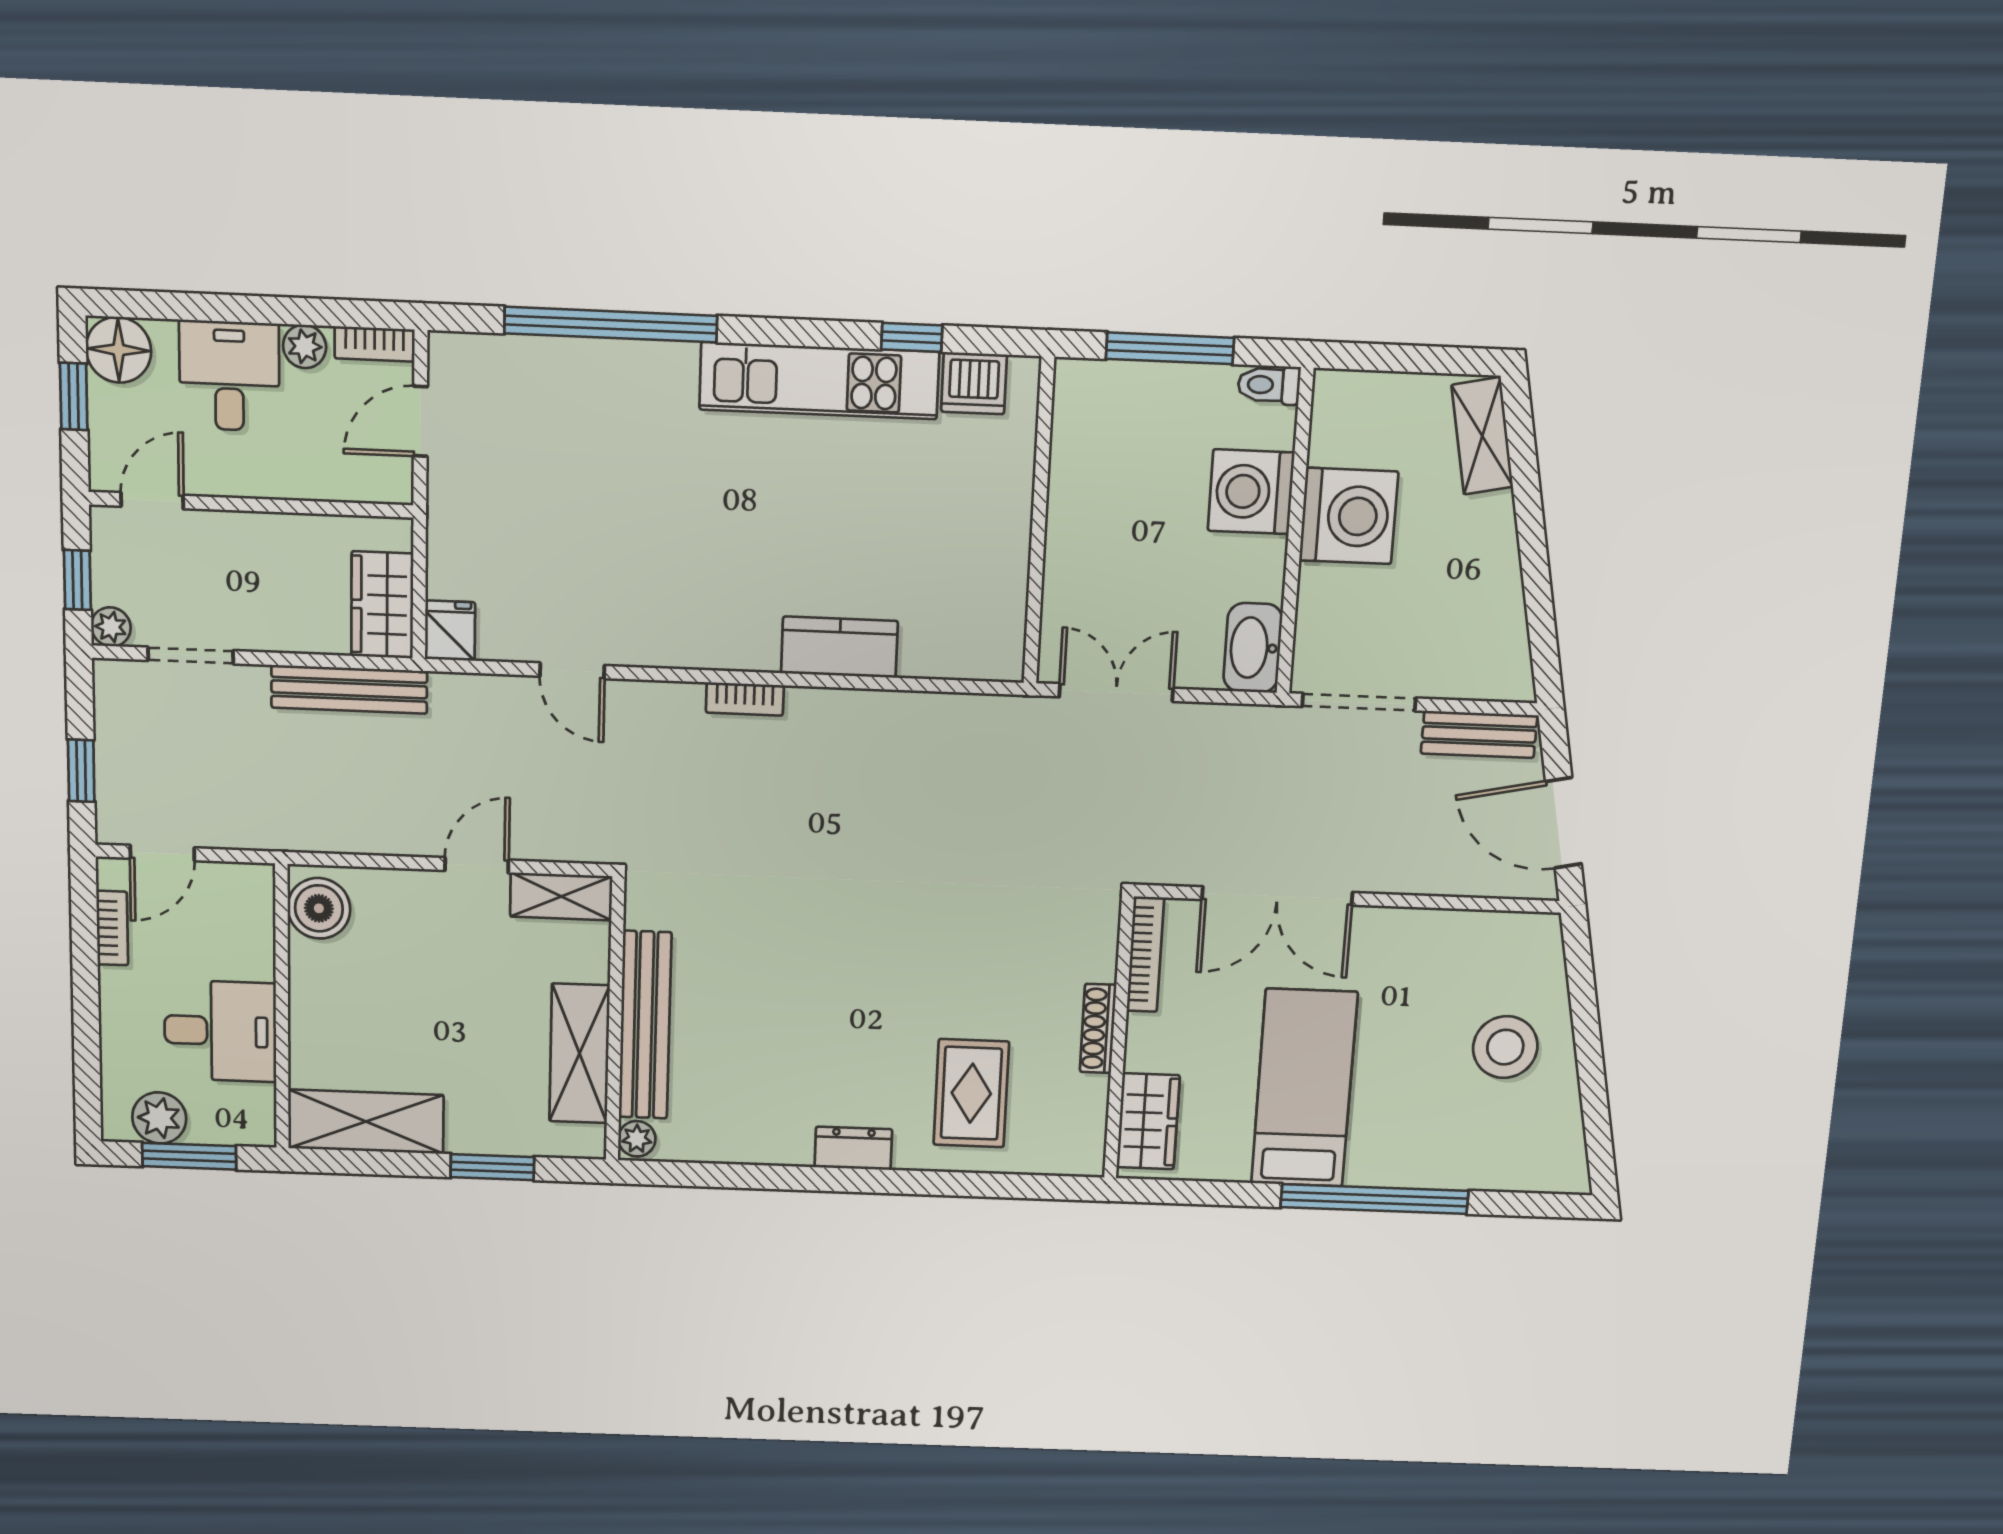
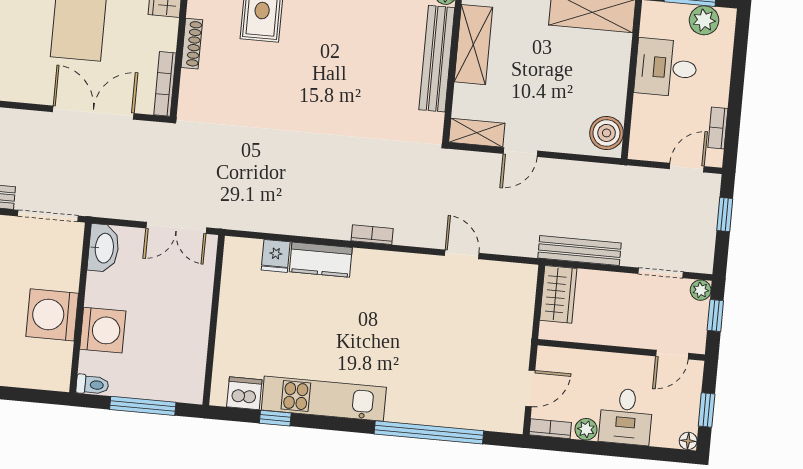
floor lamp: (119, 350) -> (688, 441), width x0.53, depth x0.53
fridge: (450, 631) -> (276, 256), moved

